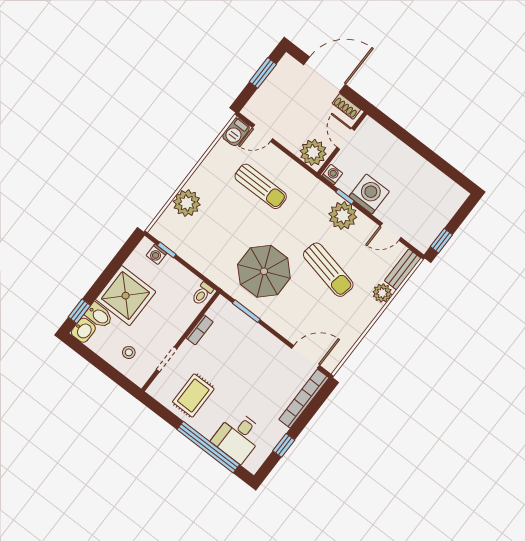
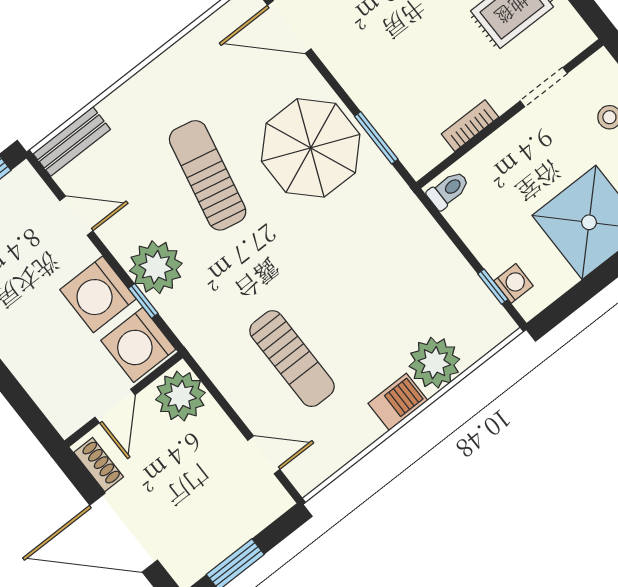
barbecue: (236, 132) -> (398, 402), moved
washing machine: (332, 175) -> (138, 345), width x1.89, depth x1.89
sun lounger: (261, 186) -> (292, 359), turned 180
parasol: (264, 271) -> (311, 148), moved
plant: (382, 293) -> (120, 108), removed

